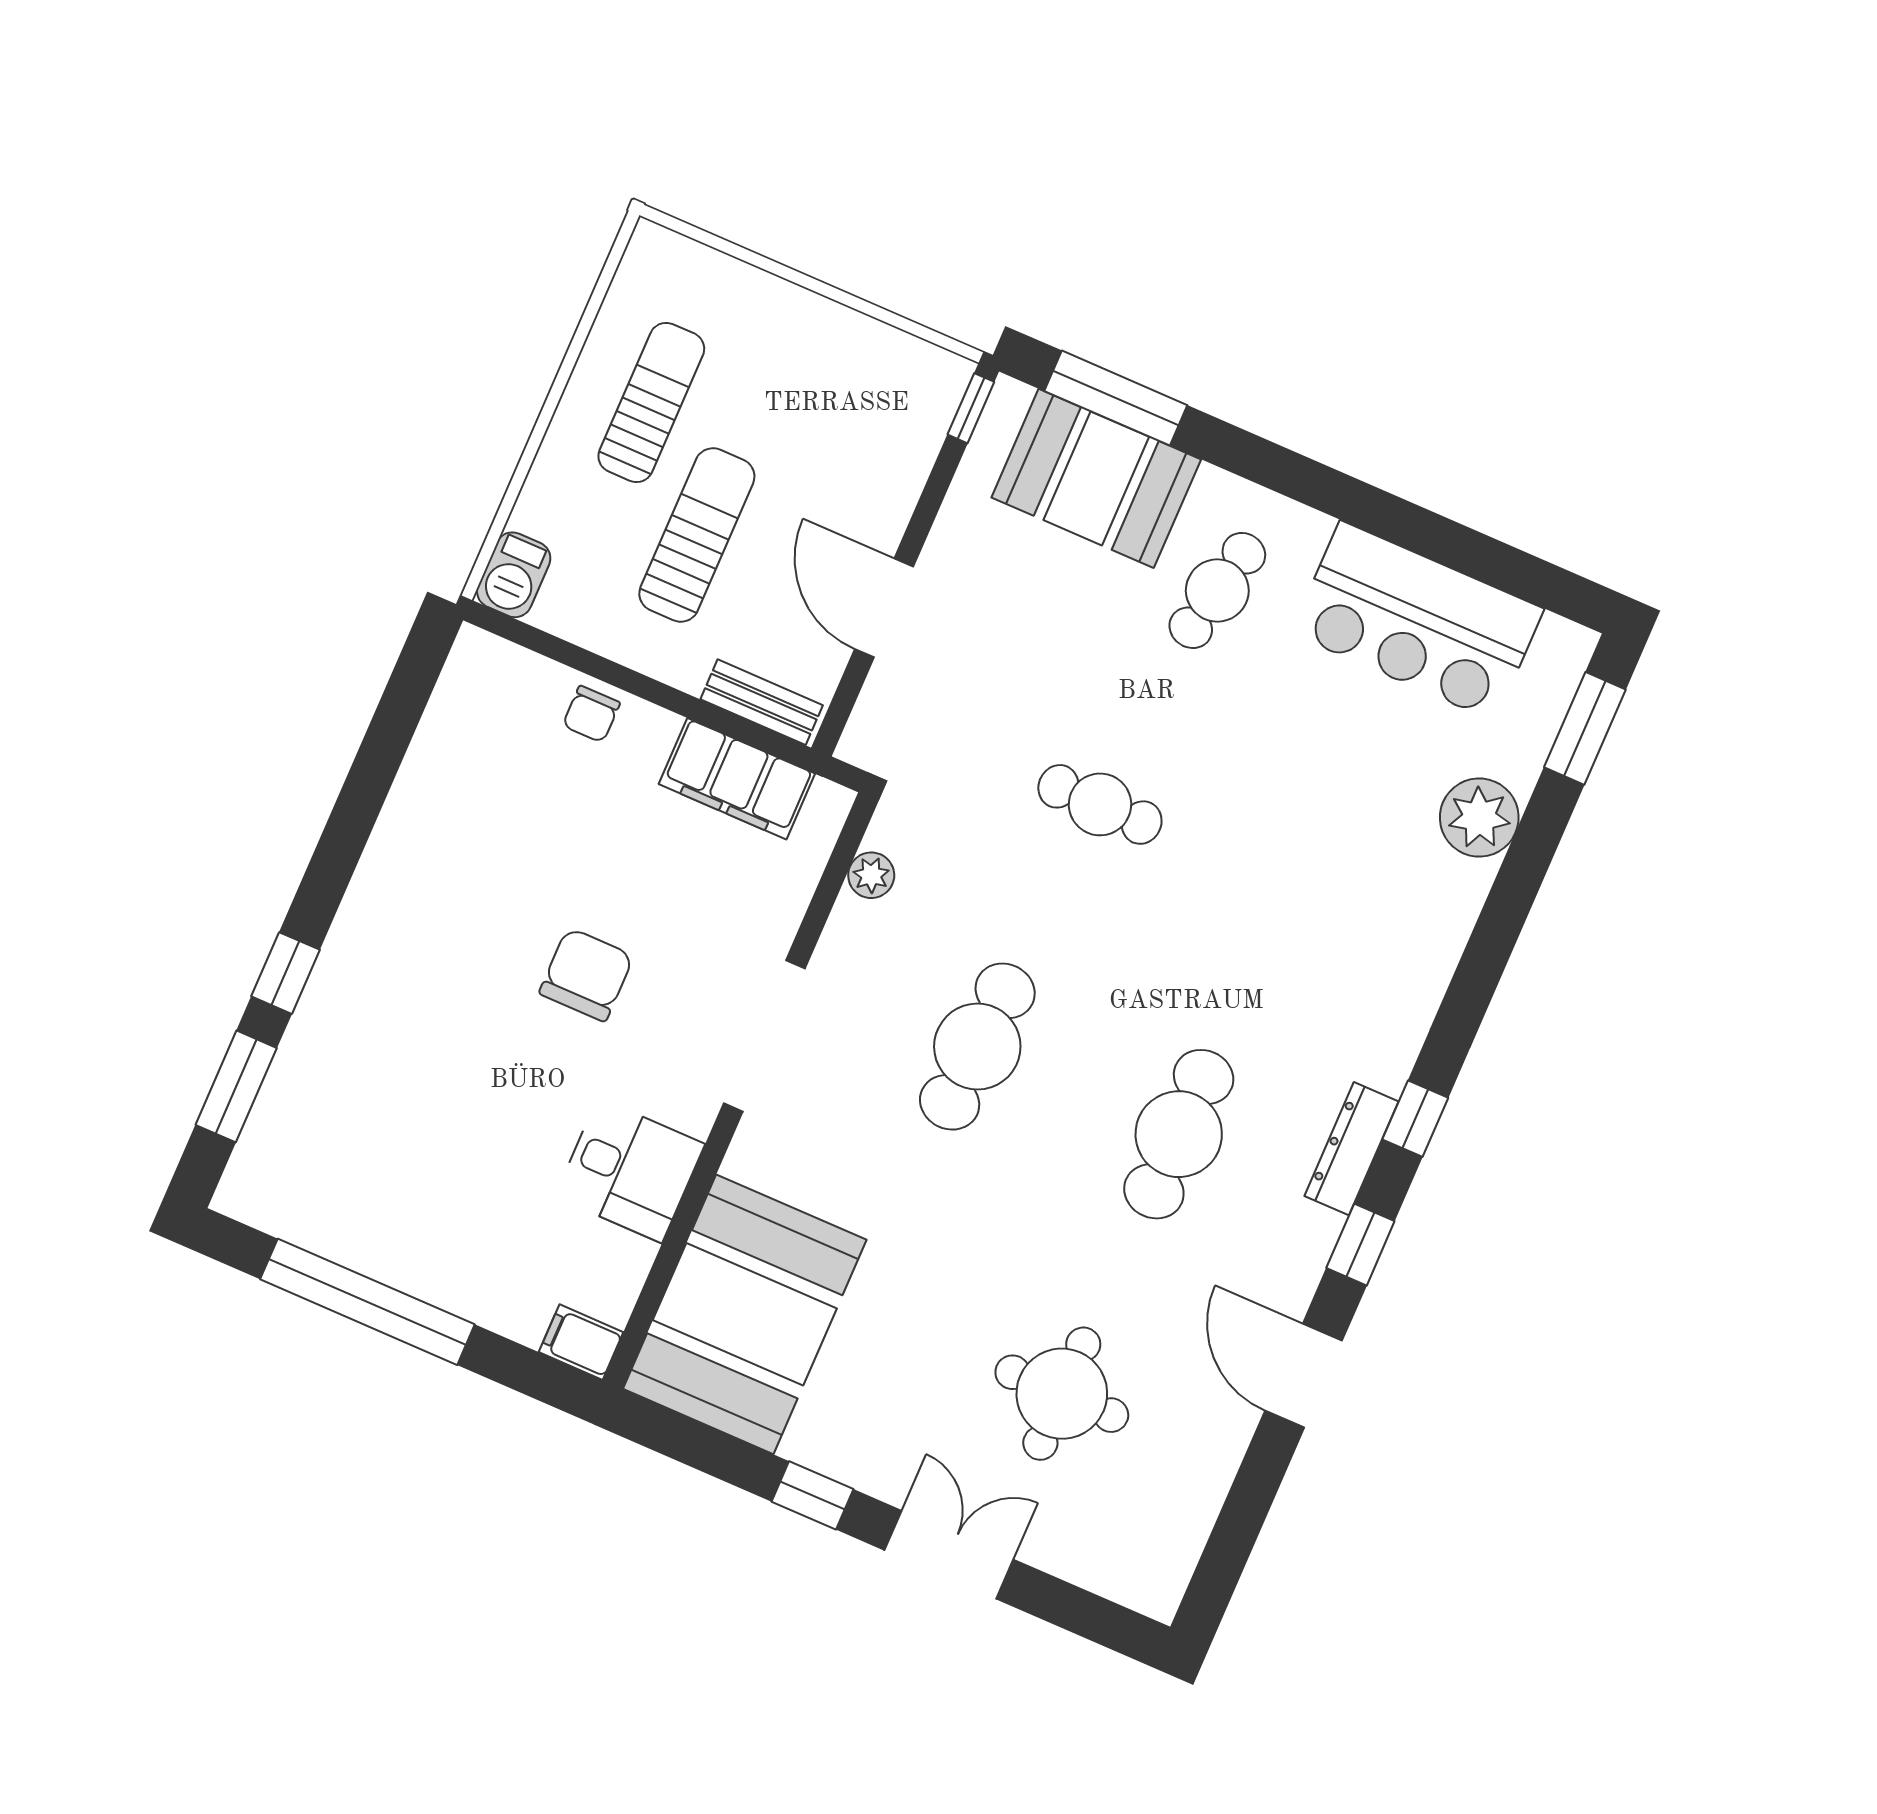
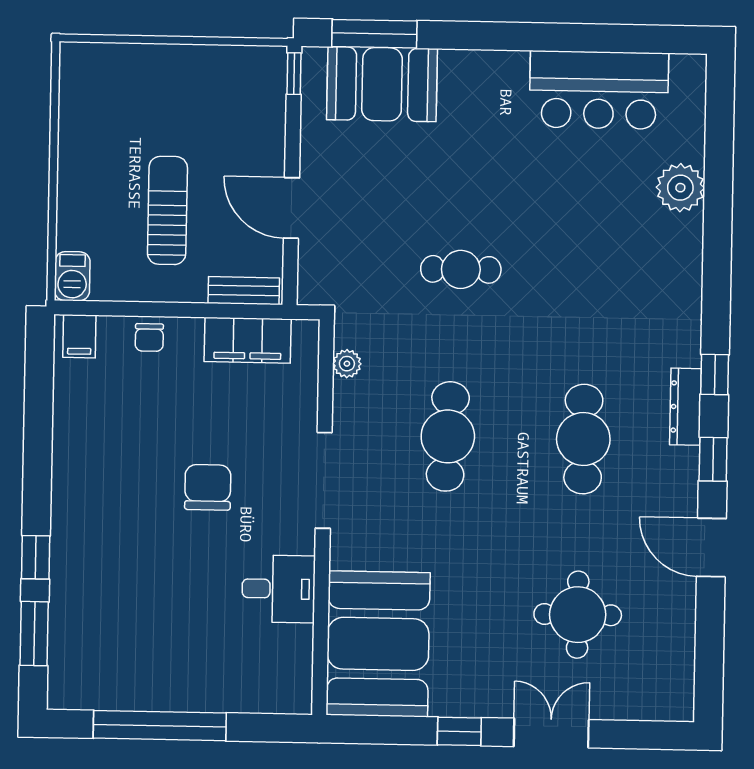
sun lounger: (651, 402) -> (110, 146), removed
cafe table: (1217, 590) -> (477, 120), removed
window: (1585, 728) -> (720, 112), removed
filing cabinet: (581, 1342) -> (79, 336), moved, turned -90

